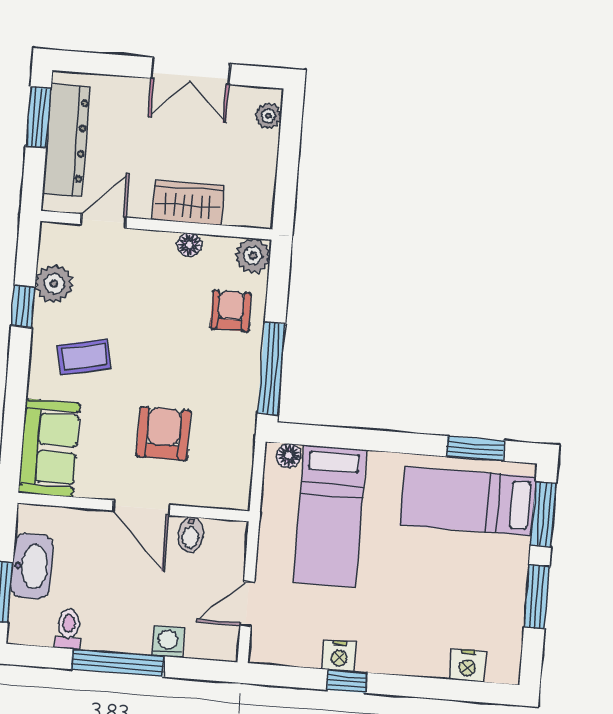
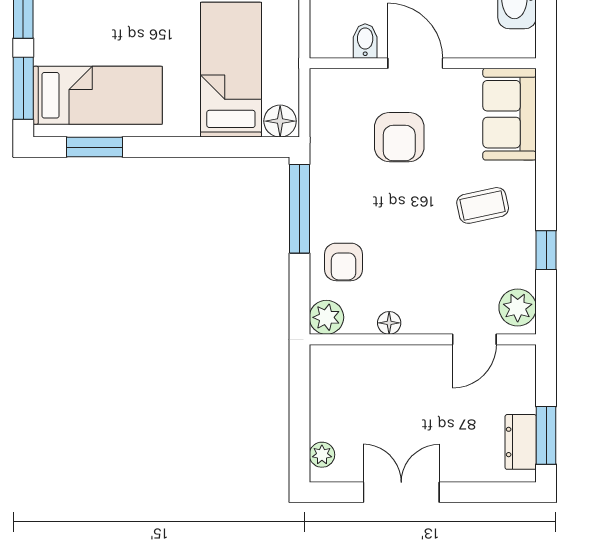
dresser: (66, 140) -> (521, 442), width x0.51, depth x0.80
wardrobe: (188, 203) -> (393, 364), removed
plant: (54, 284) -> (518, 307), moved
floor lamp: (289, 456) -> (280, 121), width x1.37, depth x1.37

